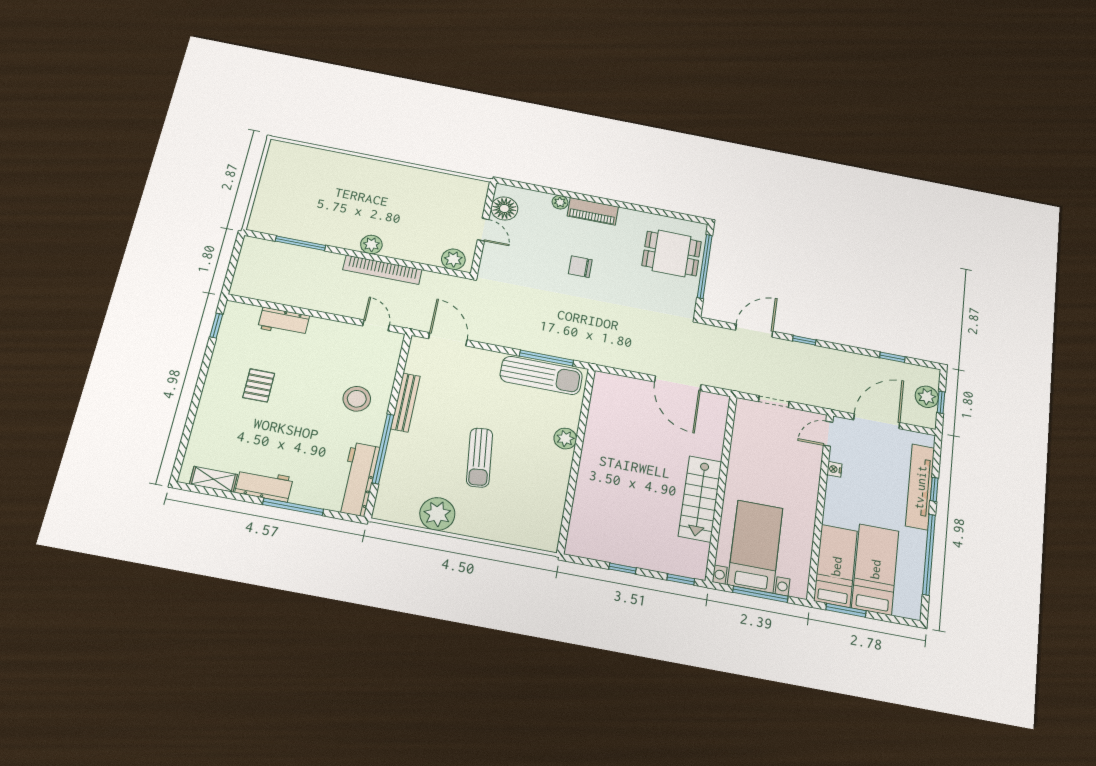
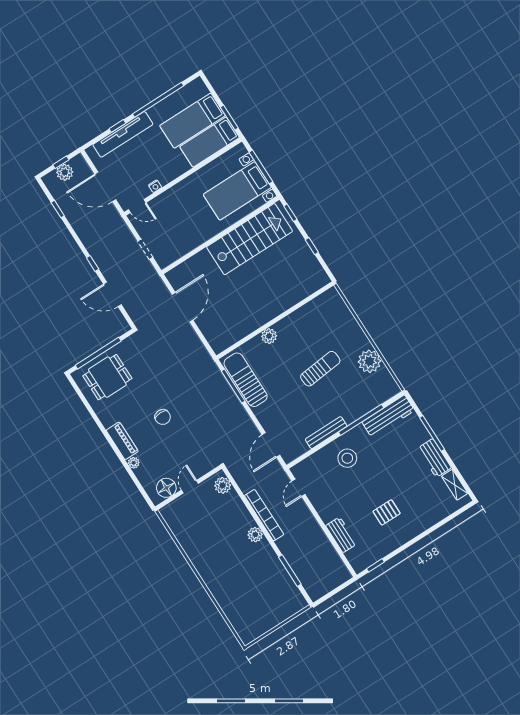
dining table: (672, 253) -> (107, 377), turned 90
stairs: (700, 499) -> (250, 239), width x1.36, depth x1.51

